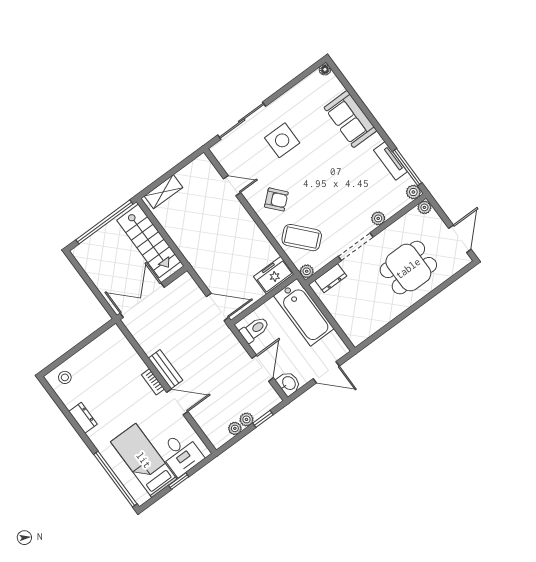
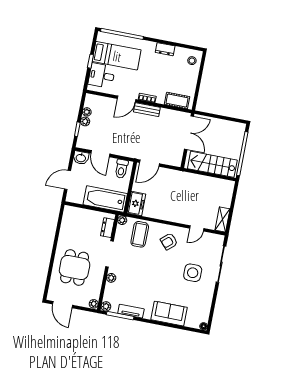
shelving: (163, 192) -> (222, 219), moved
coffee table: (302, 238) -> (140, 234), turned -48
cot: (123, 348) -> (177, 101), added

